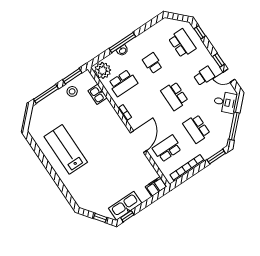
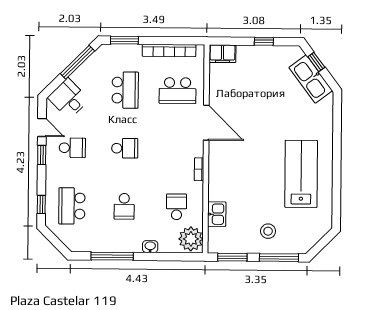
window: (122, 42) -> (112, 256), moved
school desk: (204, 76) -> (72, 148), turned 180
school desk: (123, 83) -> (176, 207), width x0.54
stool: (72, 91) -> (268, 231), moved
school desk: (175, 96) -> (125, 148), width x0.54
door: (139, 142) -> (206, 123), swing flipped
lab bench: (66, 149) -> (301, 174), turned 180
kitchen sink: (125, 206) -> (311, 79), moved, turned 53
window: (127, 216) -> (264, 41), moved

